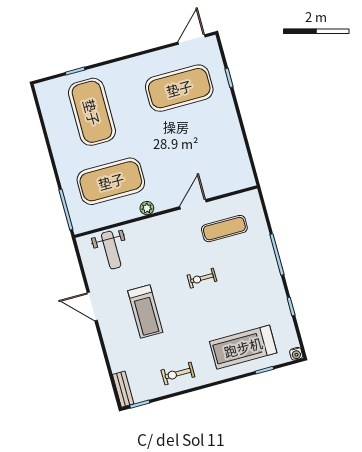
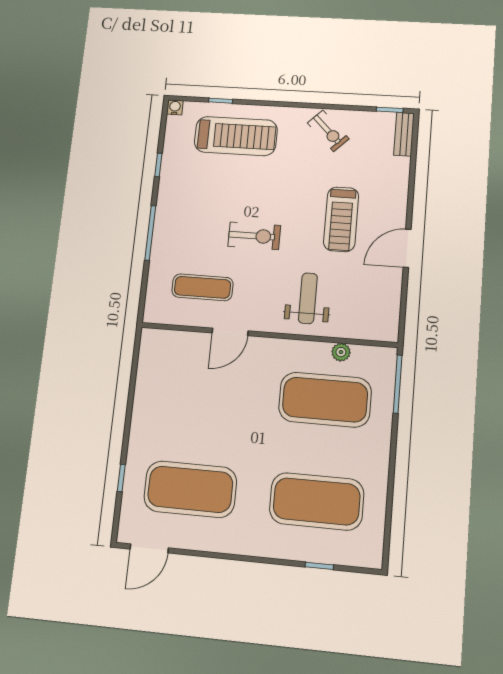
exercise mat: (92, 112) -> (317, 501), turned 90
plant: (147, 208) -> (341, 352), moved
weight bench: (111, 250) -> (308, 298), moved
exercise bike: (202, 278) -> (254, 236), width x1.38, depth x1.39
door: (92, 306) -> (407, 248), swing flipped
treadmill: (145, 311) -> (341, 219), turned 180
exercise bike: (178, 374) -> (328, 131), turned 45

